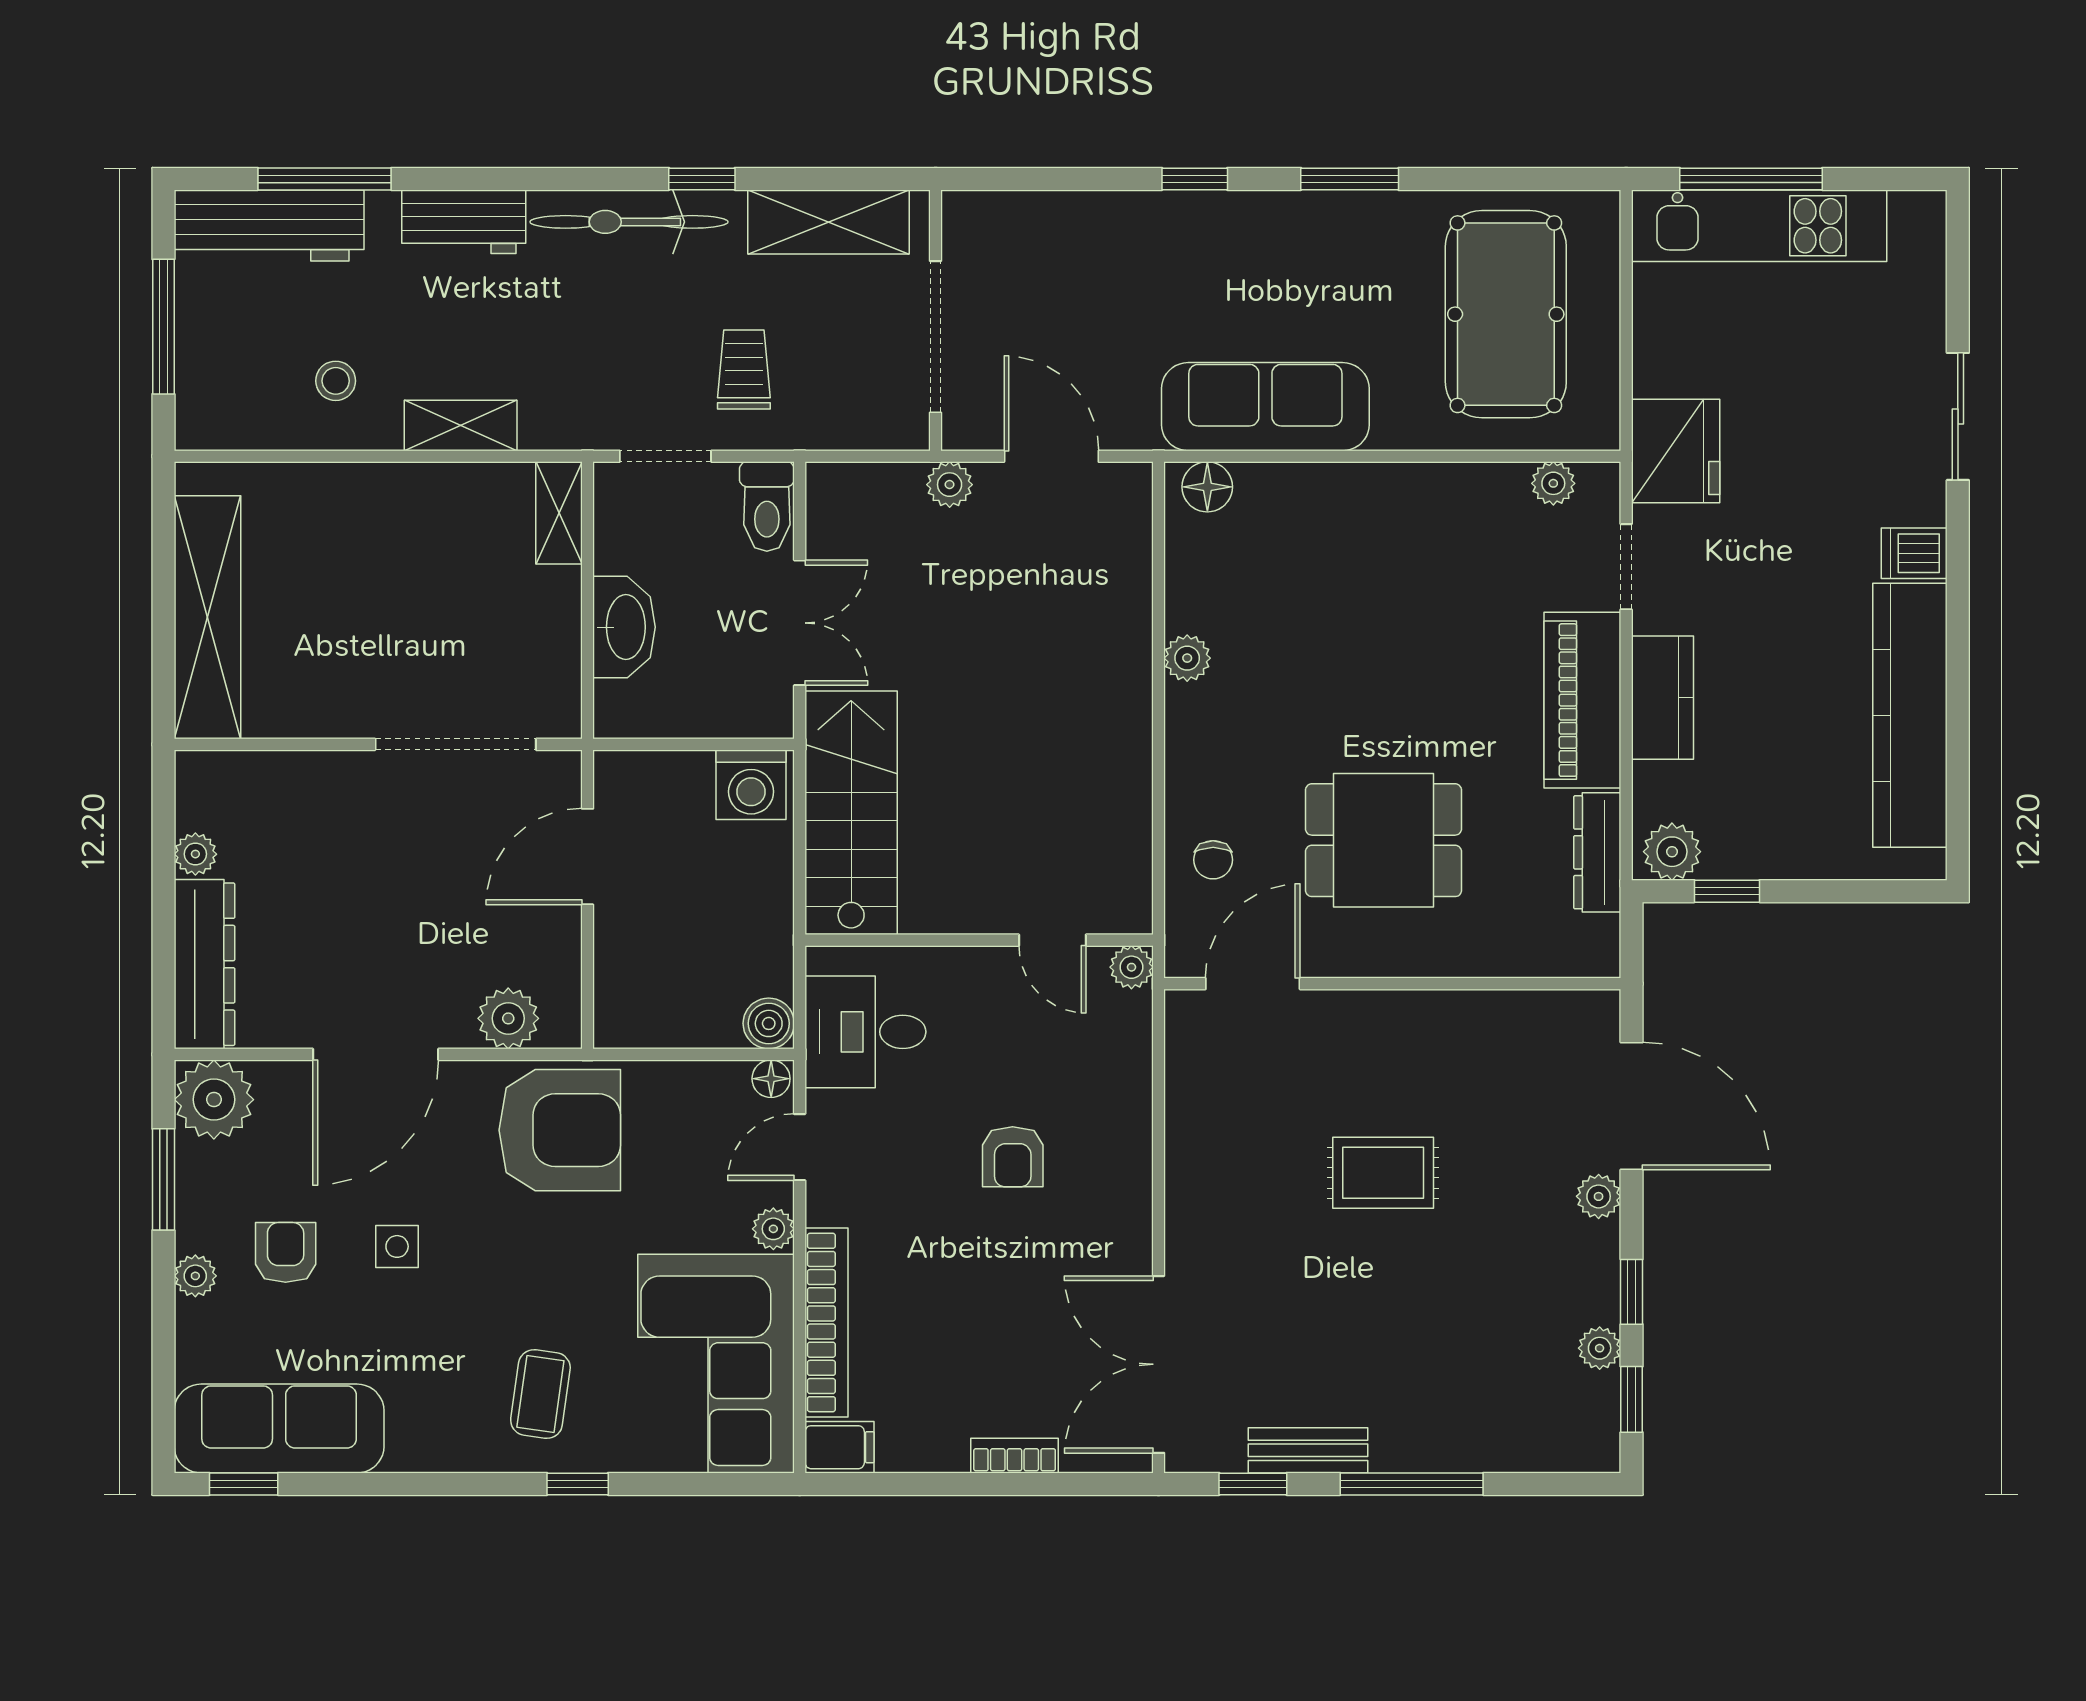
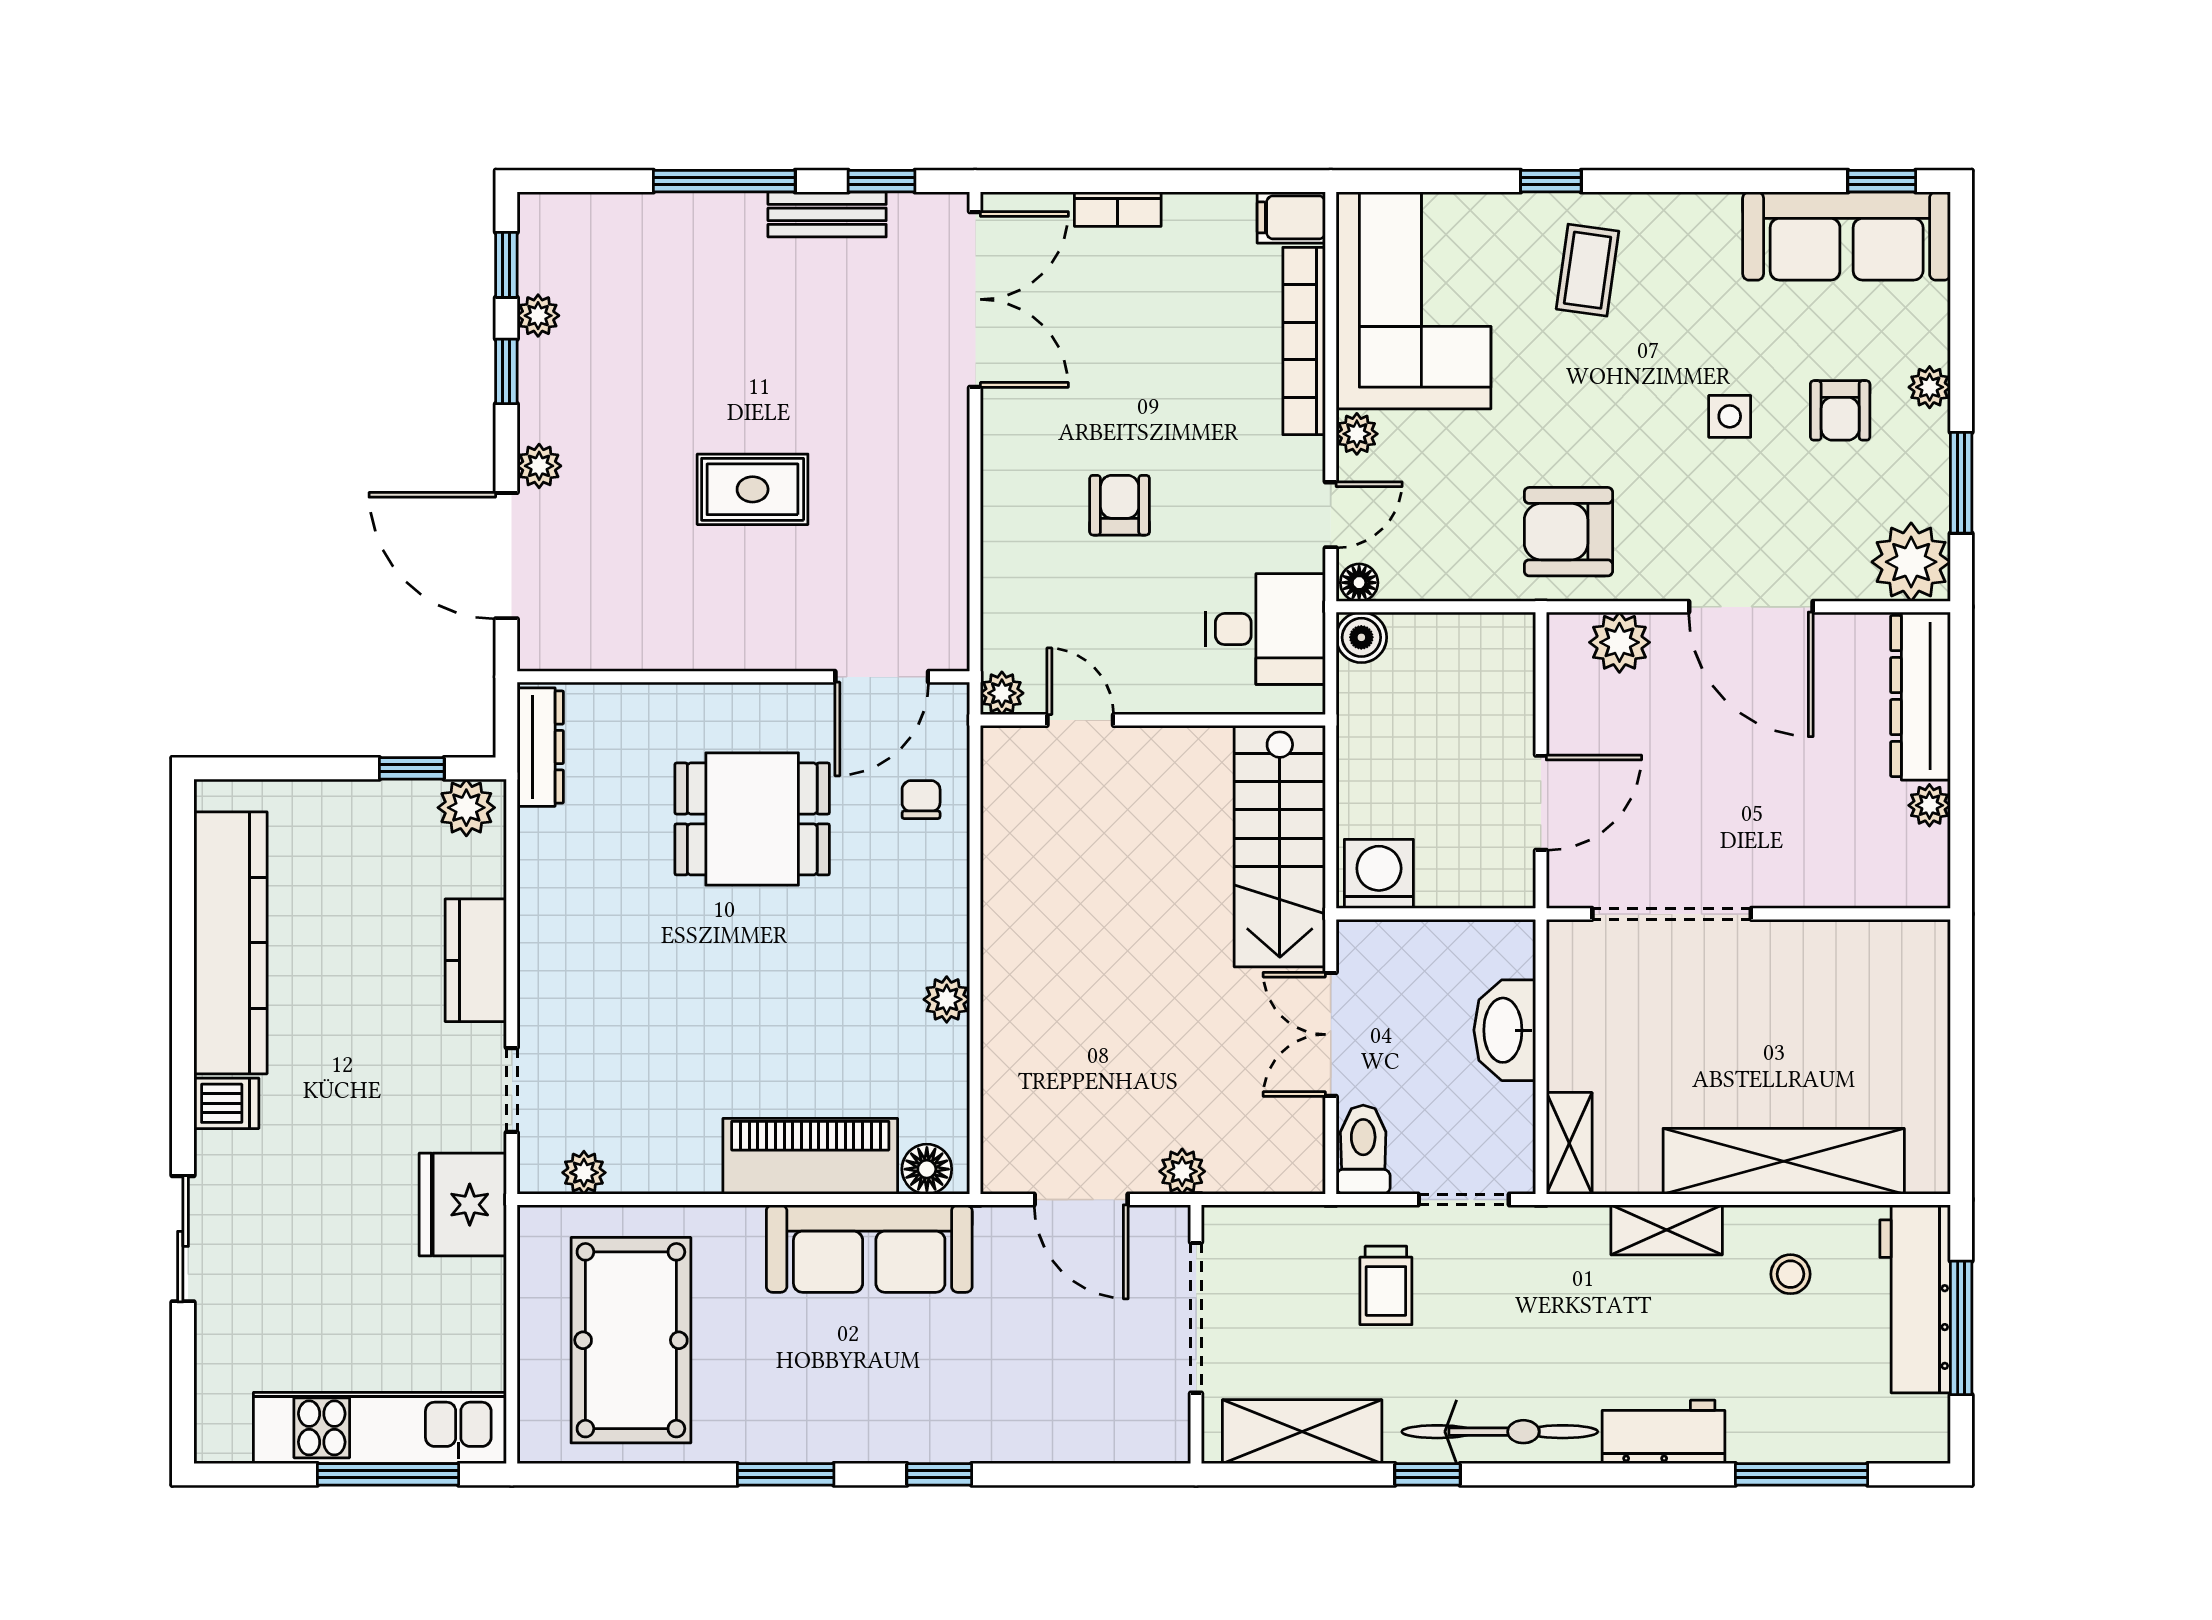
workbench: (269, 225) -> (1915, 1299), moved, turned -90
shelving: (207, 617) -> (1784, 1161), moved, turned 90
piano: (1582, 700) -> (810, 1156), moved, turned -90
dresser: (1597, 852) -> (540, 747), moved
door: (376, 1054) -> (1751, 607), swing flipped
armchair: (560, 1130) -> (1568, 532), width x0.73, depth x0.73

